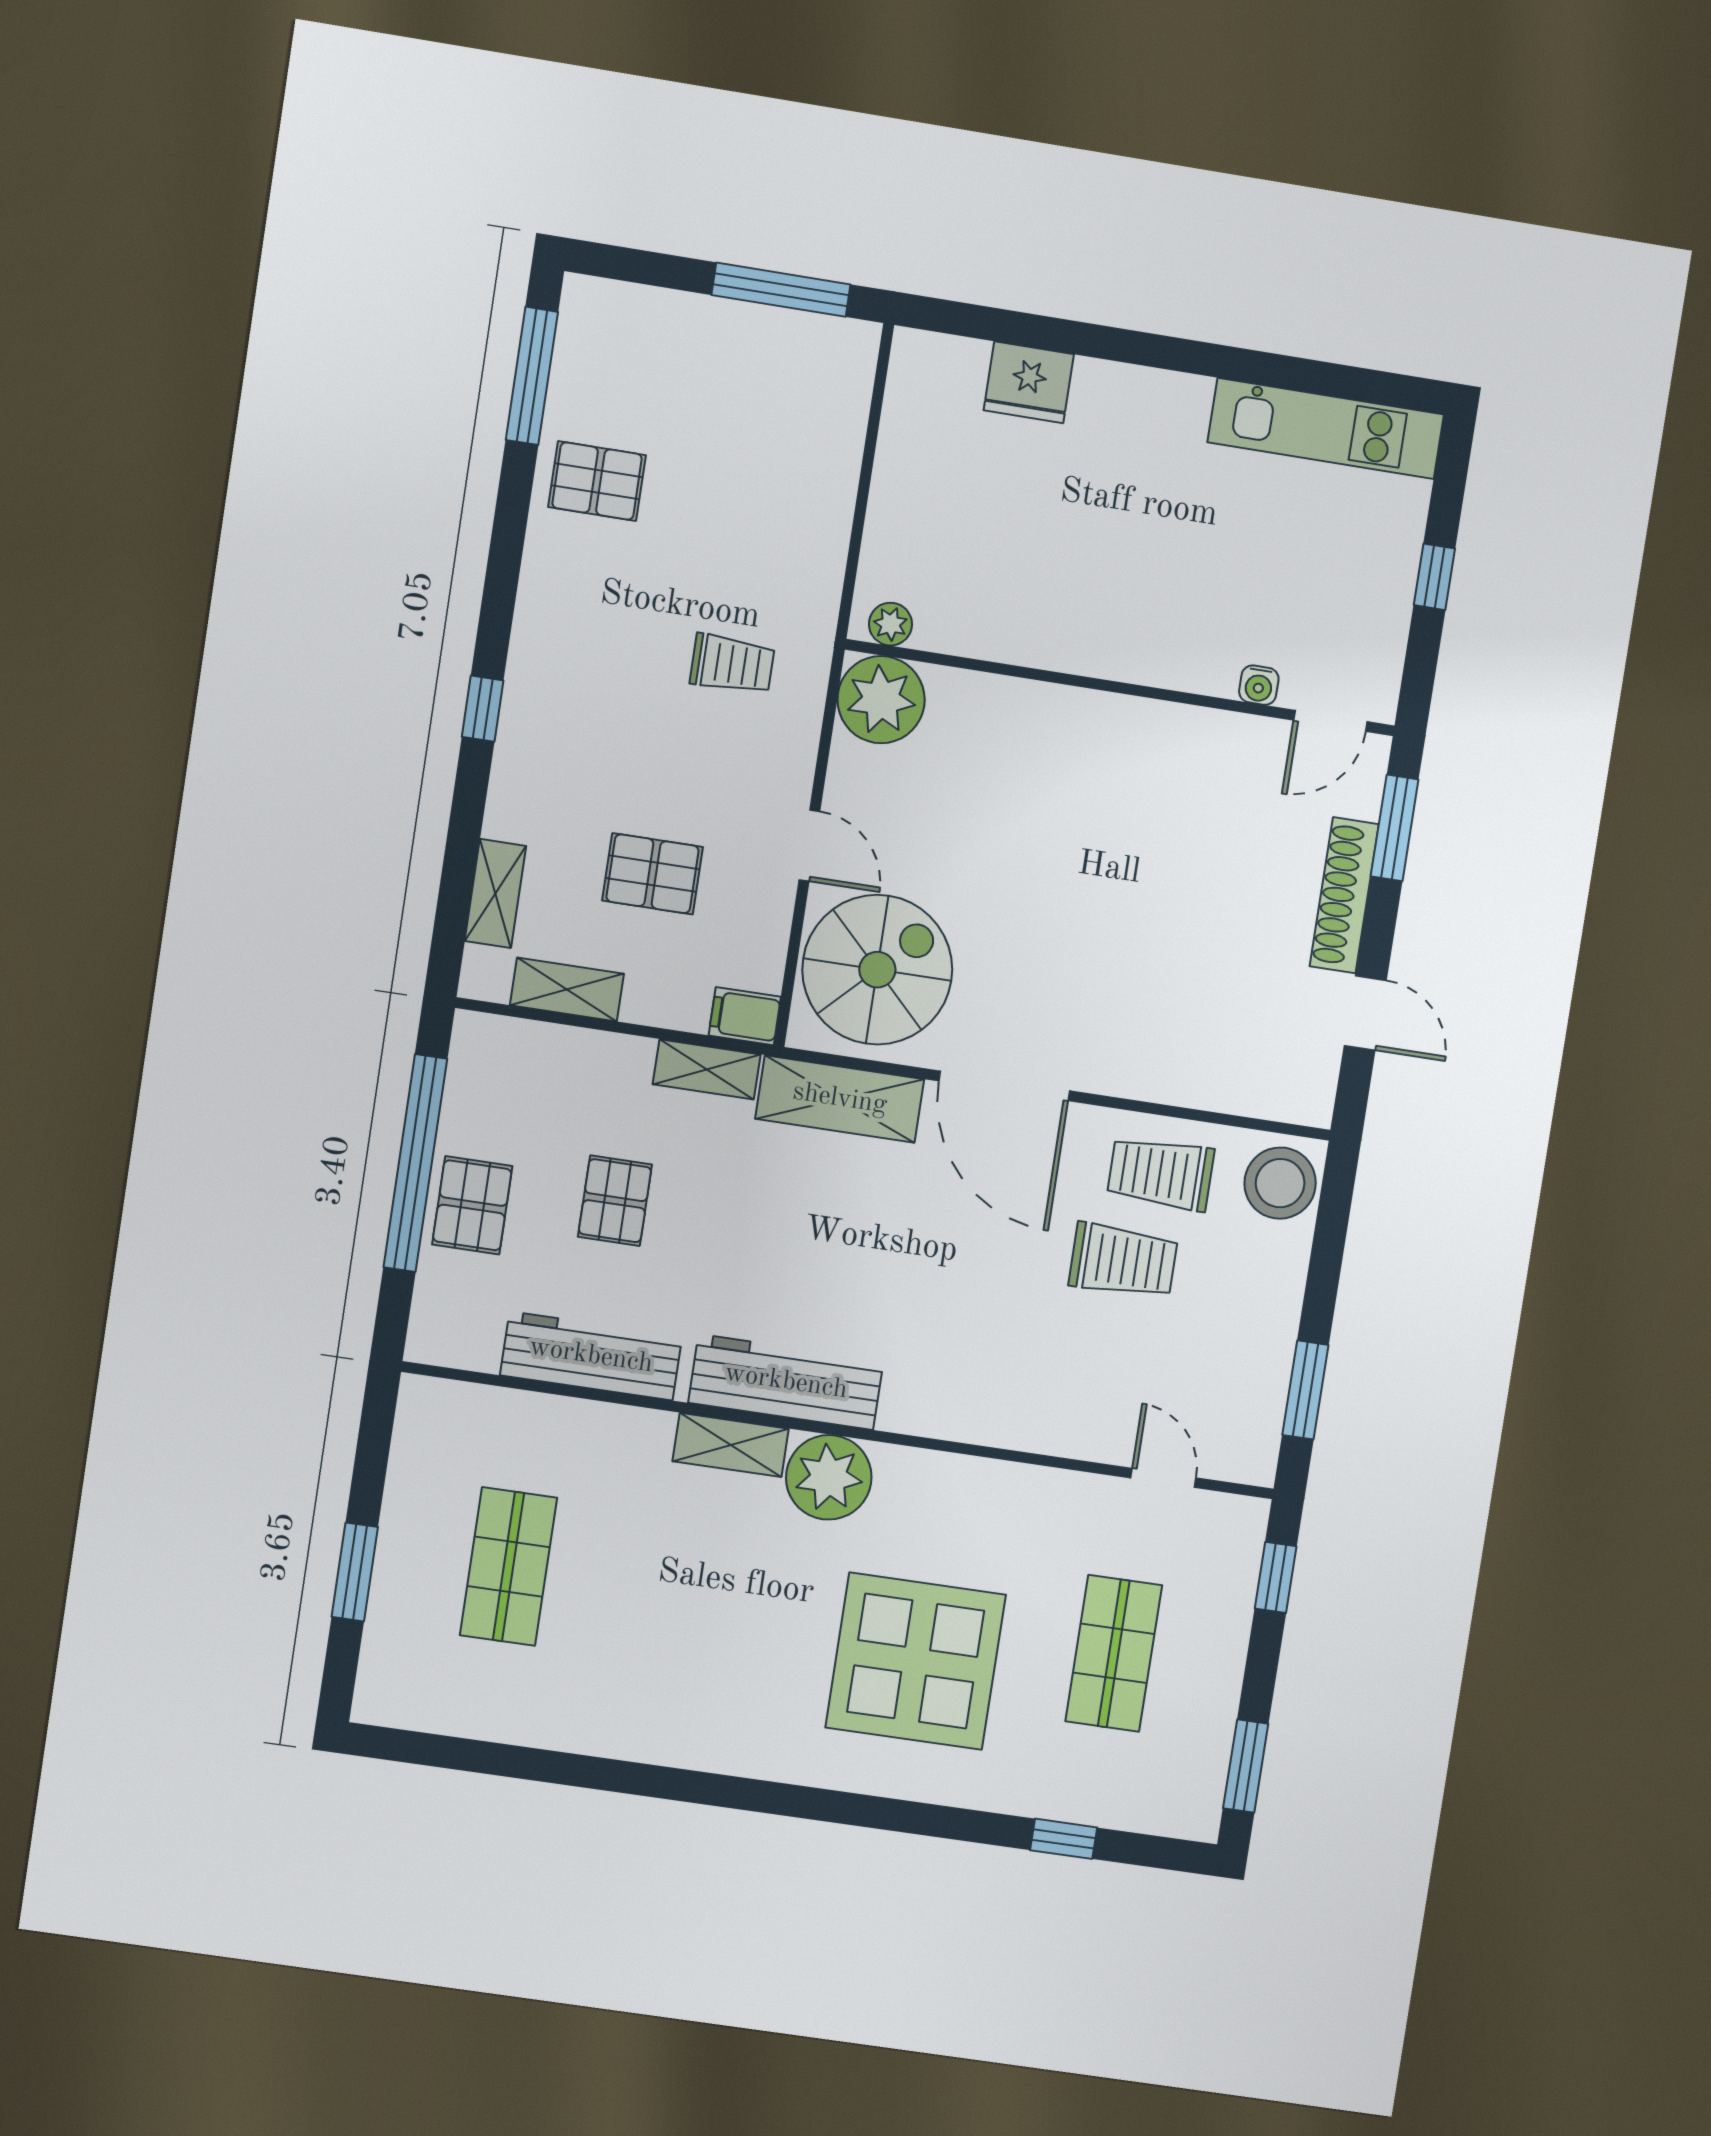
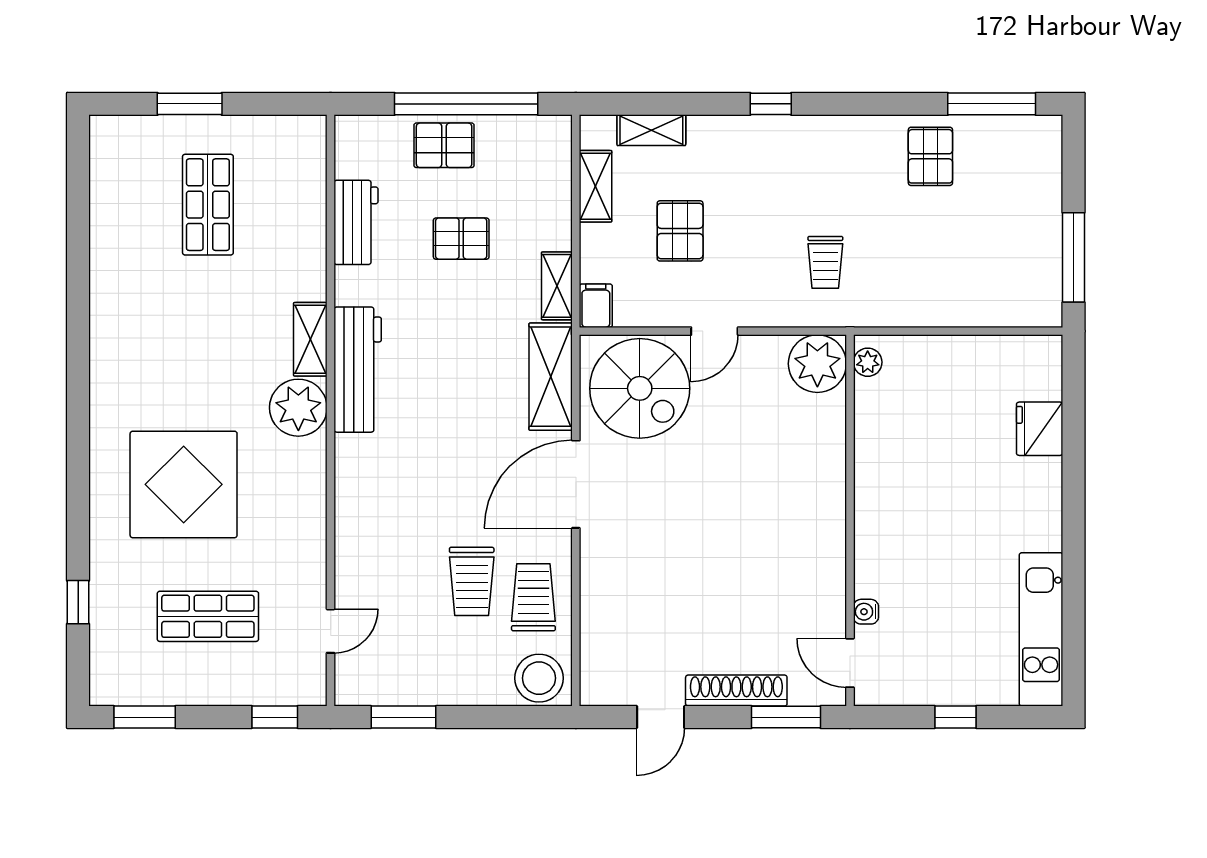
workbench: (591, 1356) -> (356, 222), width x0.73
shop shelf: (509, 1567) -> (208, 205), turned 90

